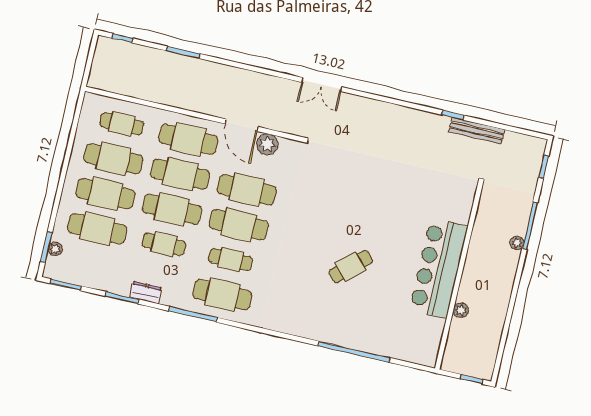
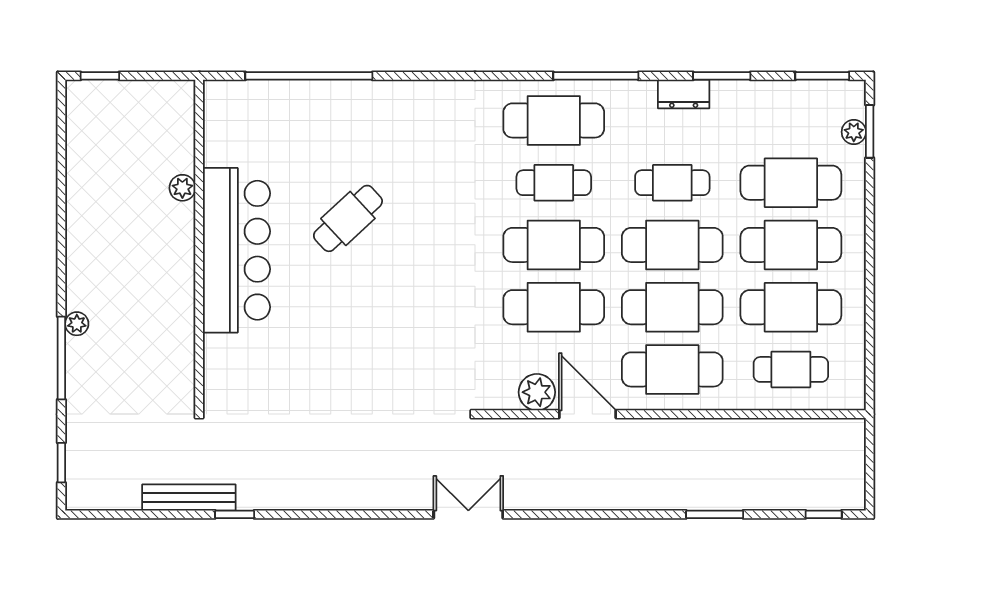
bar counter: (439, 268) -> (237, 250), moved
wall: (459, 276) -> (199, 245), moved
plant: (461, 310) -> (182, 188), moved

